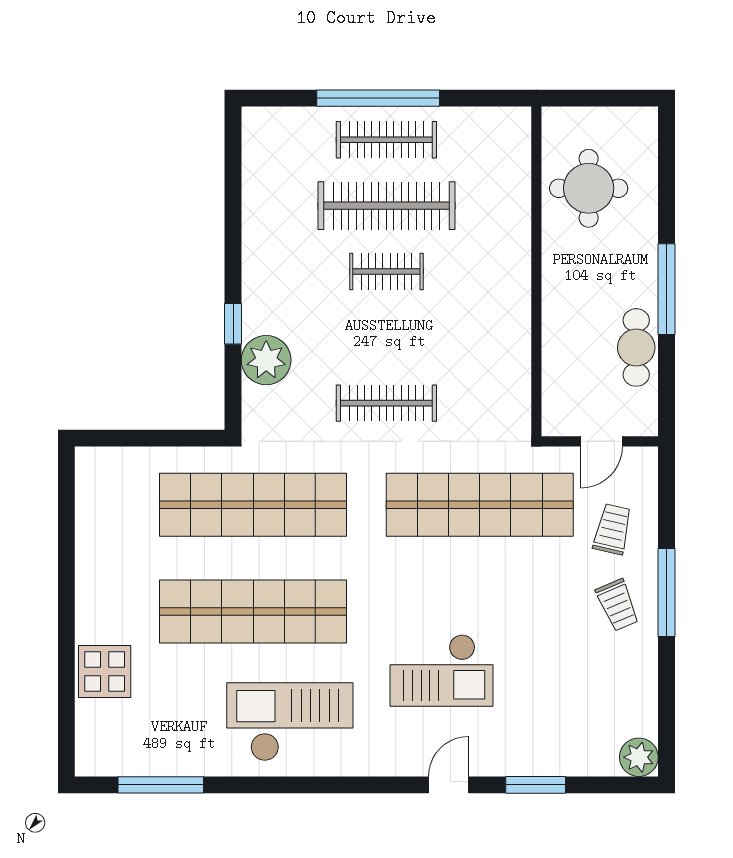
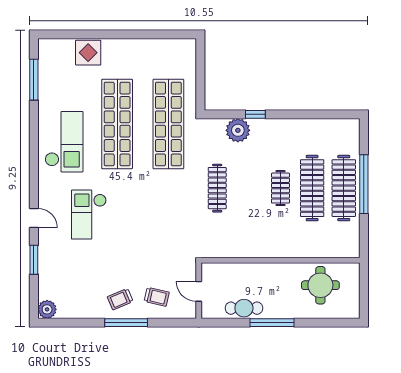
clothes rail: (386, 140) -> (344, 188), width x1.37, depth x1.31
shop shelf: (480, 505) -> (168, 233), removed

